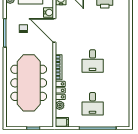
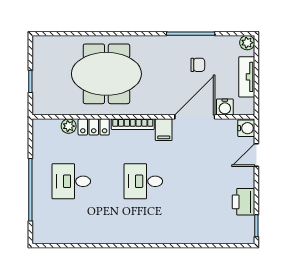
meeting table: (29, 83) -> (106, 74), width x0.73
filing cabinet: (62, 122) -> (164, 130), moved

